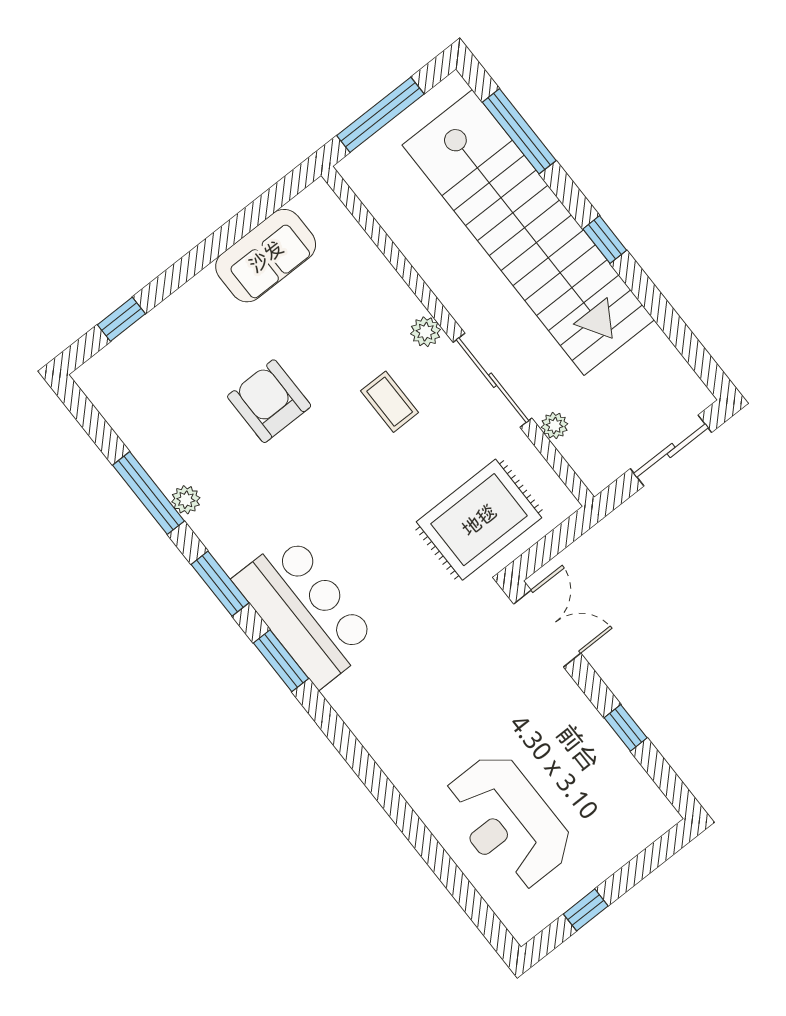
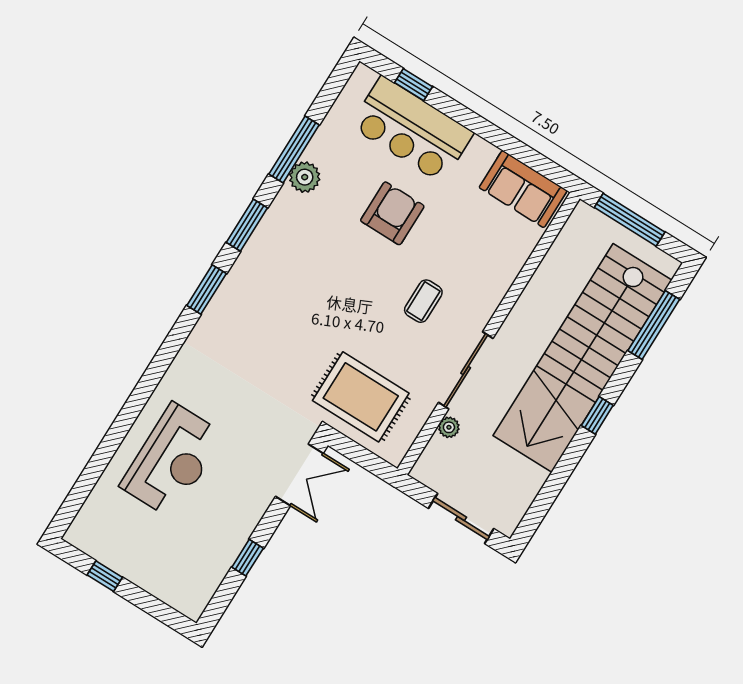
sofa: (266, 256) -> (523, 189), moved
plant: (426, 332) -> (484, 309), removed
plant: (186, 500) -> (305, 177), width x1.38, depth x1.38
bar counter: (305, 611) -> (412, 129), moved, turned 90
reception desk: (508, 822) -> (172, 460), moved, turned 180

